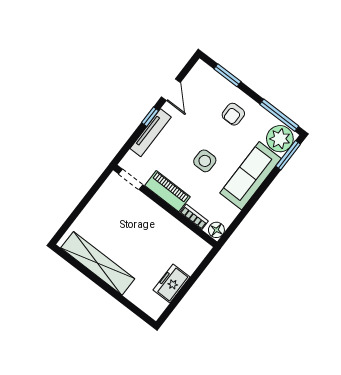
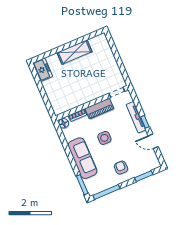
plant: (280, 139) -> (94, 185), removed
shelving: (98, 263) -> (74, 52), width x0.68
freezer: (172, 283) -> (43, 70), moved

